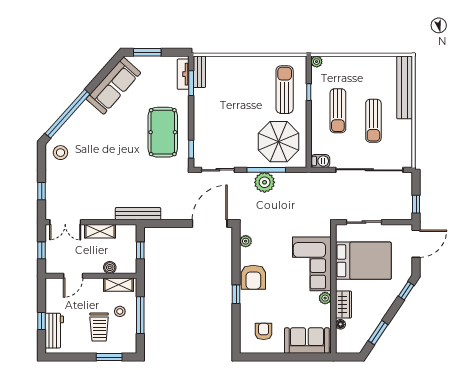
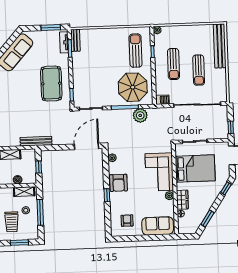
window: (147, 52) -> (51, 27), moved
plant: (265, 182) -> (140, 115), moved

